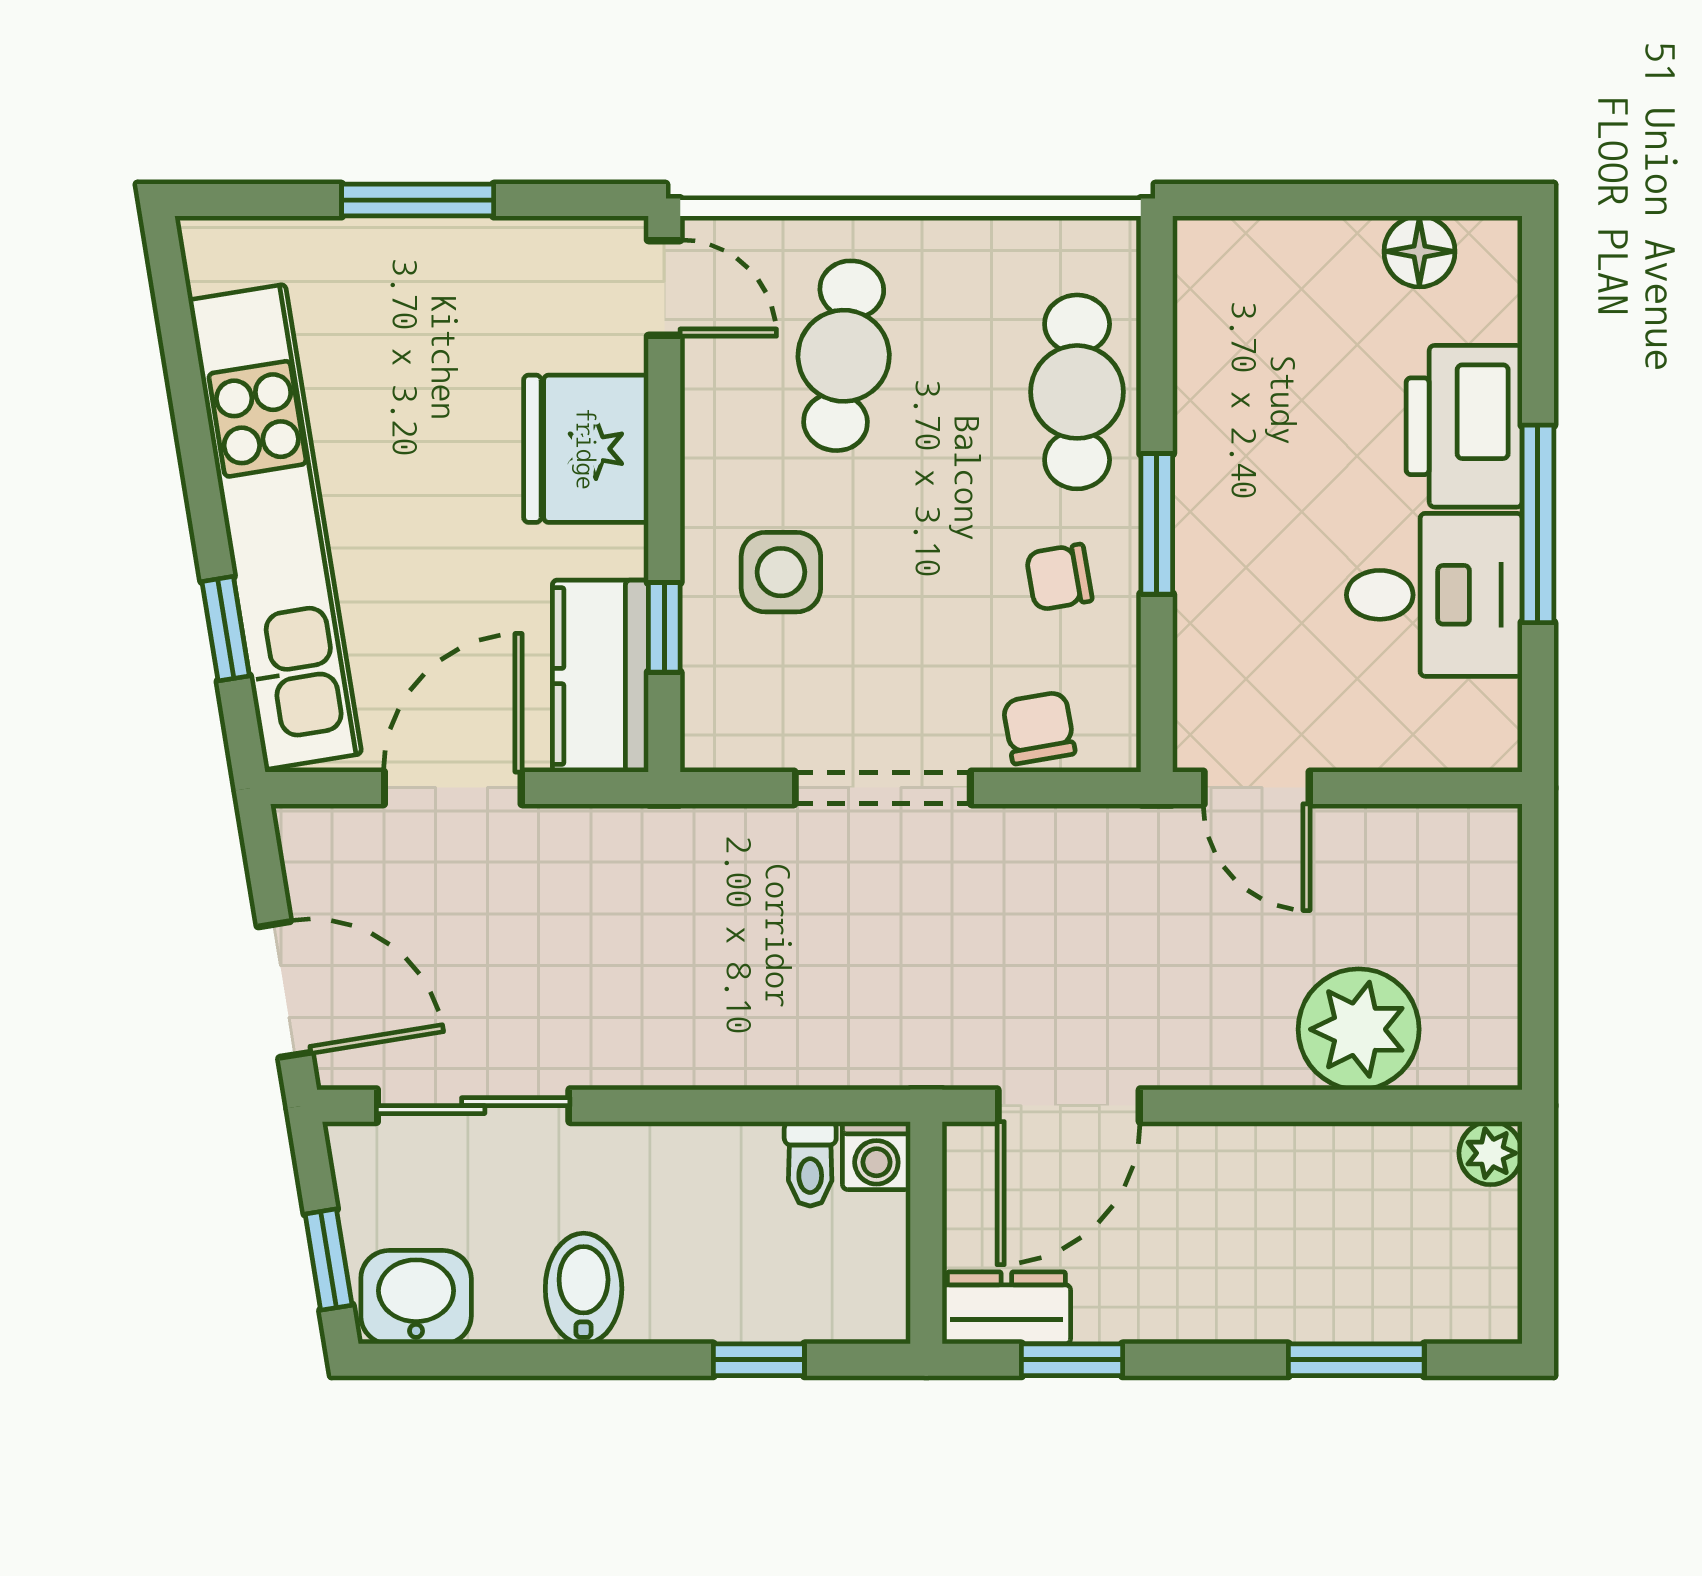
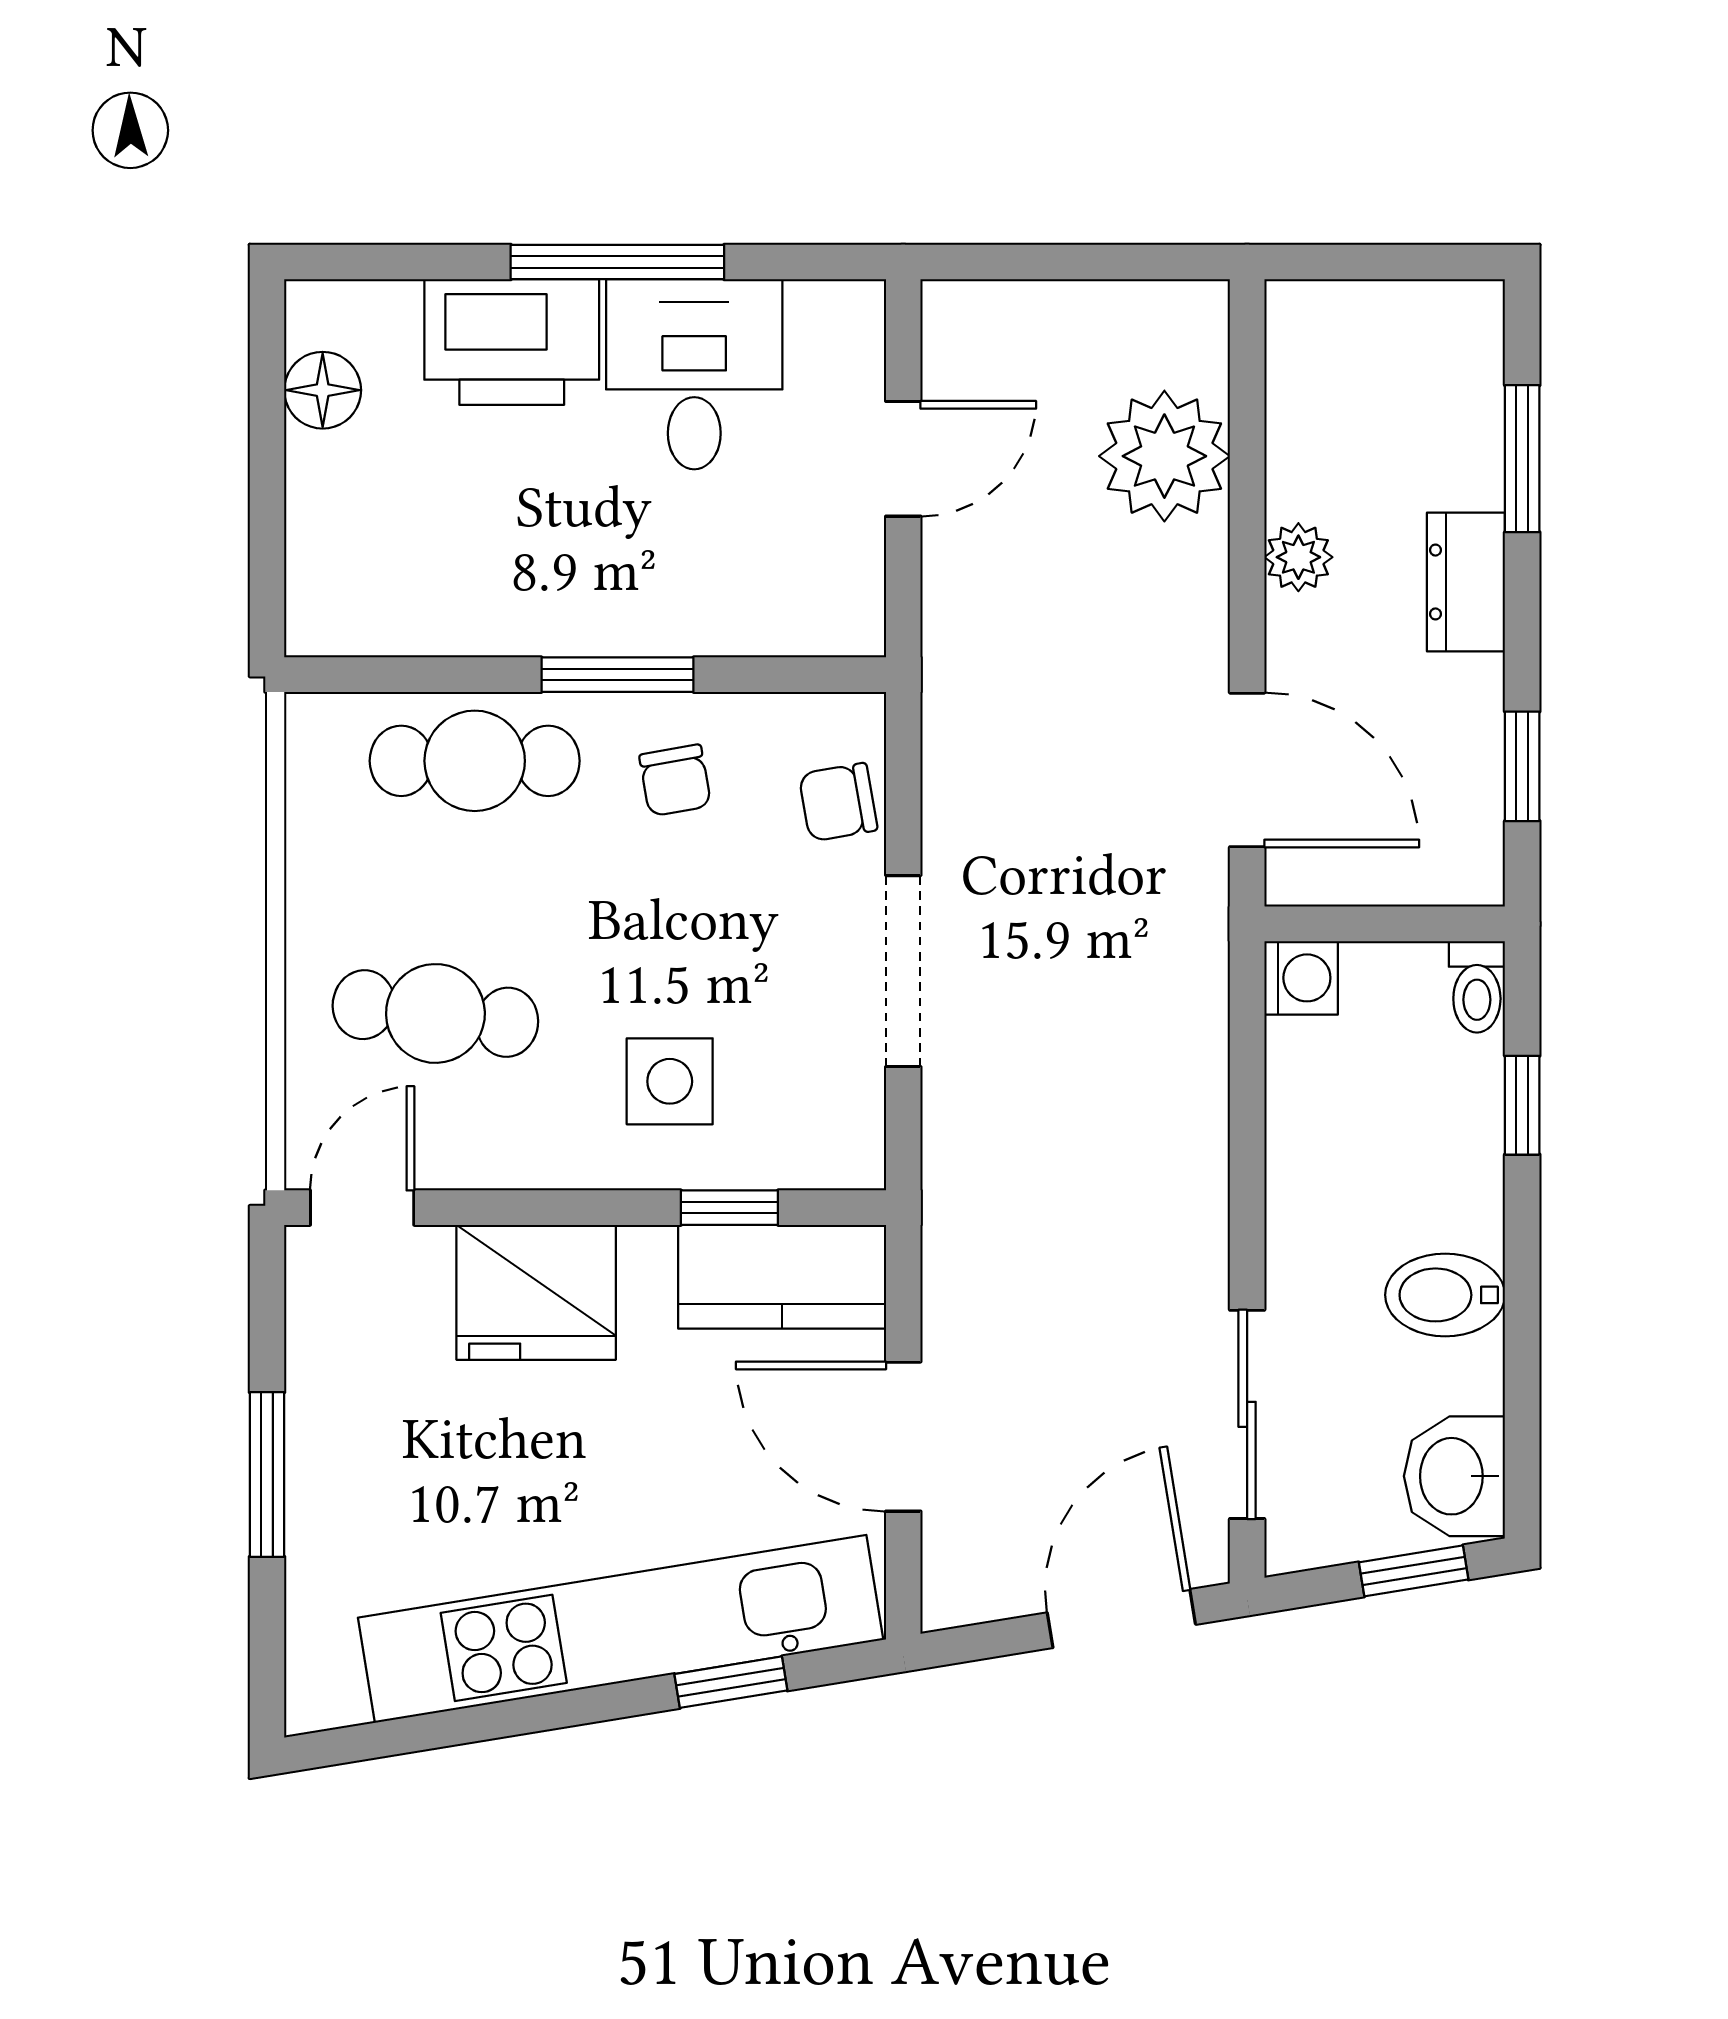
door: (1257, 788) -> (903, 459), moved
plant: (1491, 1153) -> (1298, 557), moved
toilet: (810, 1164) -> (1477, 987), moved, turned 90
dresser: (1006, 1308) -> (1466, 582), moved

